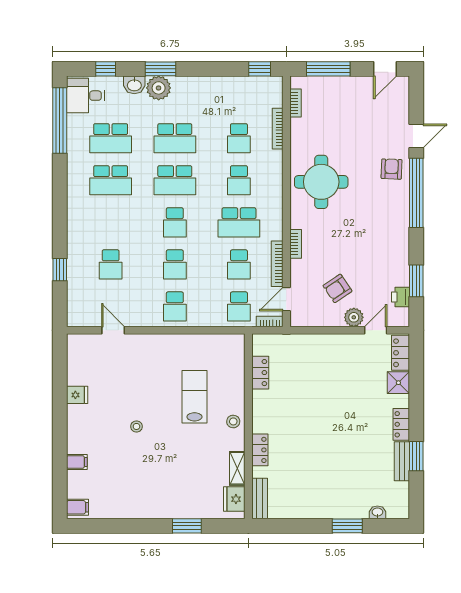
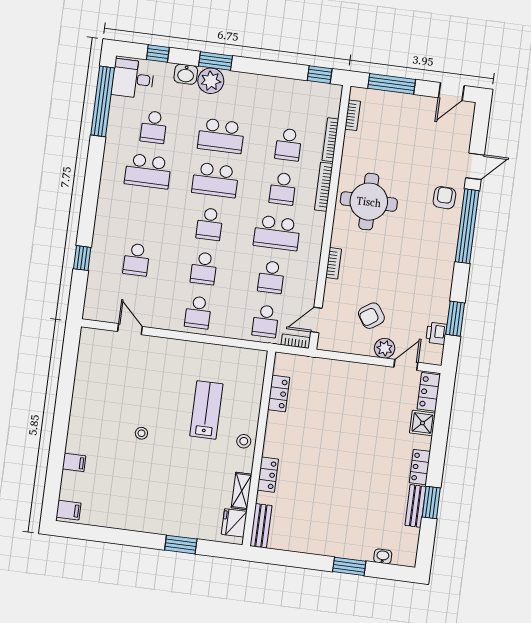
school desk: (111, 138) -> (154, 127), width x0.54
bookcase: (277, 264) -> (324, 187), moved
fridge: (77, 395) -> (83, 392), removed

